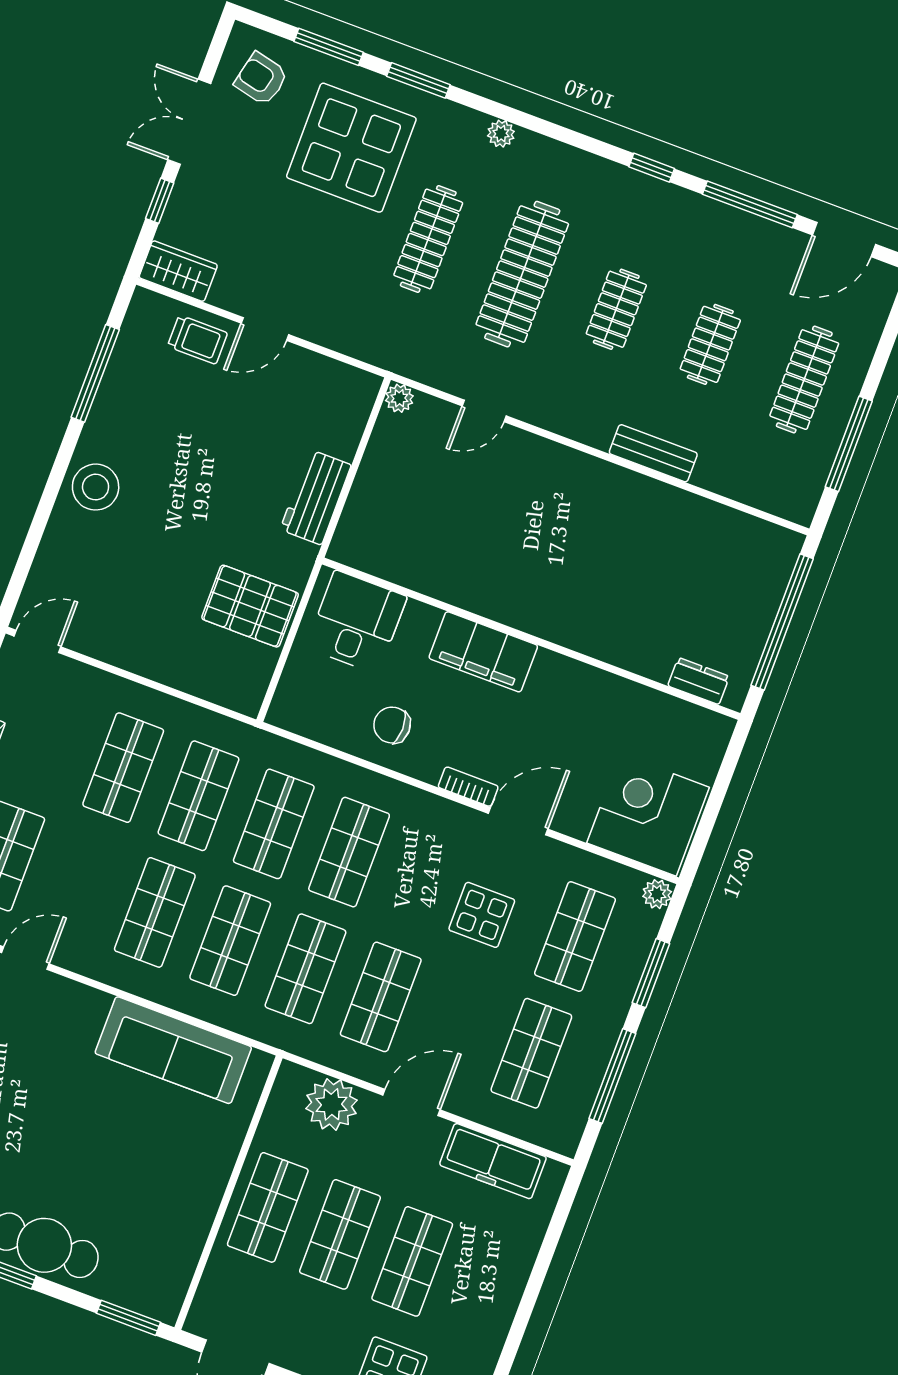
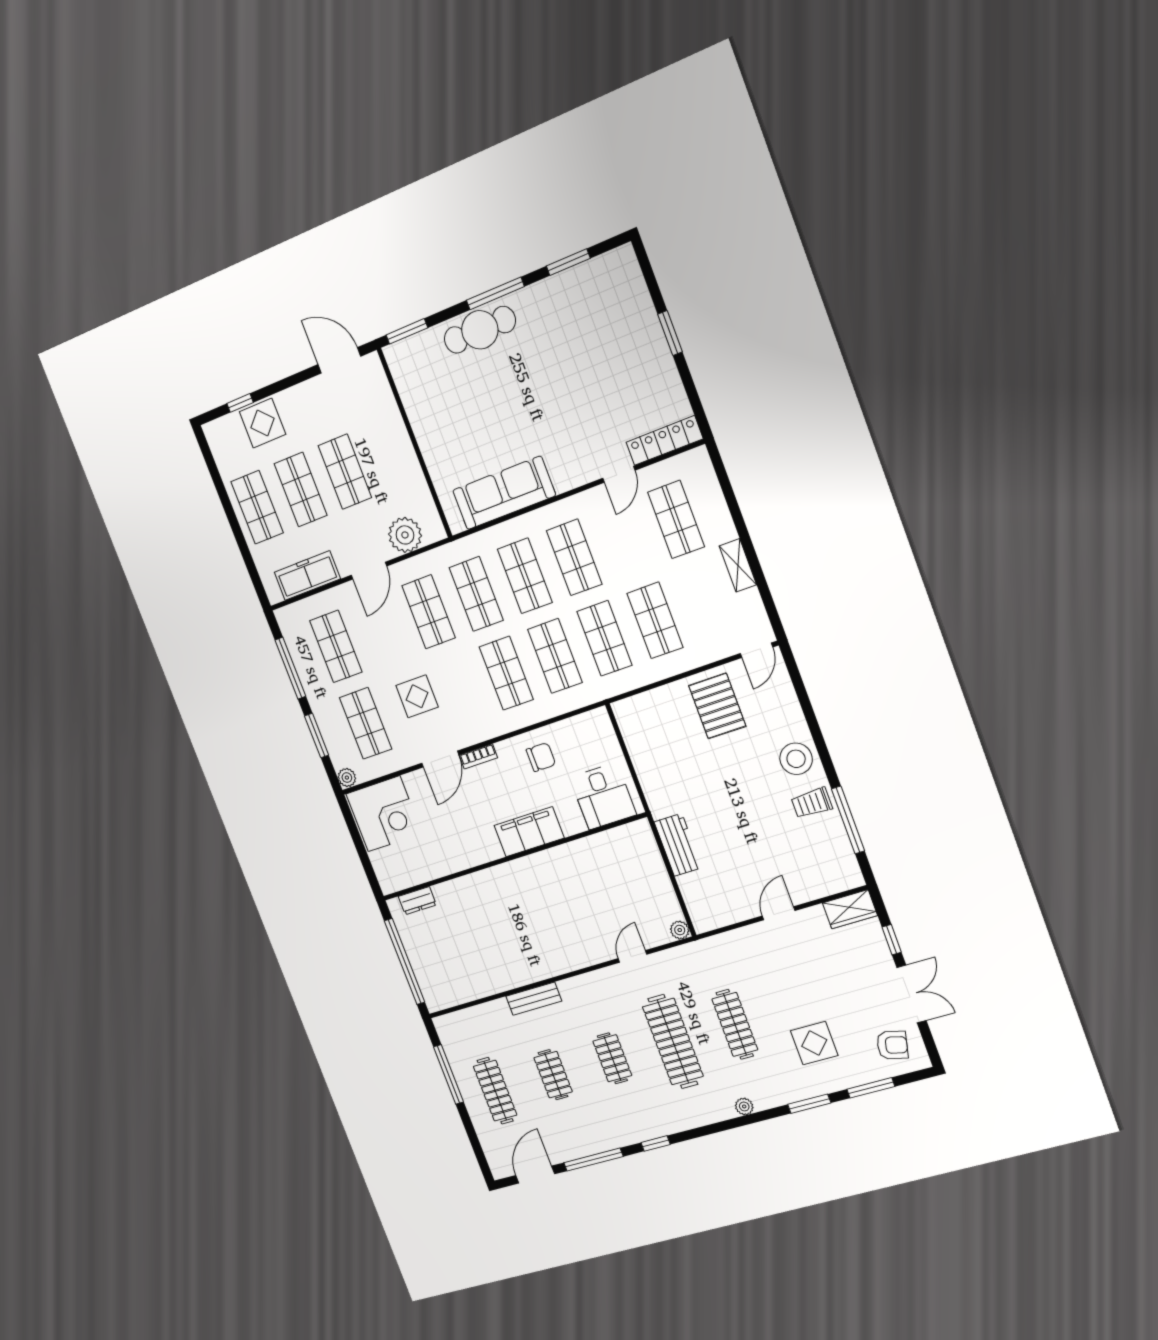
display table: (351, 148) -> (814, 1043), width x0.54, depth x0.54
trolley: (198, 340) -> (812, 803), moved
pallet: (250, 606) -> (717, 706), moved, turned 90
shop shelf: (268, 1207) -> (257, 507), moved

